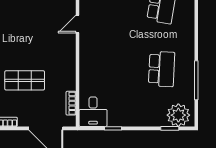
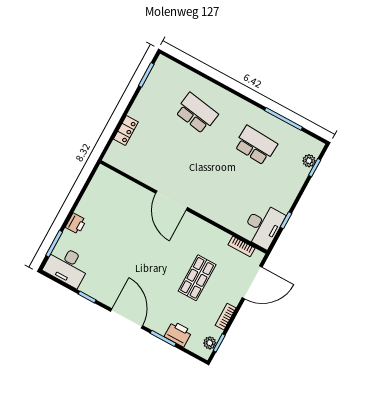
door: (78, 24) -> (172, 200), width x1.87
desk: (93, 112) -> (263, 226), width x1.37
plant: (178, 115) -> (309, 161), width x0.53, depth x0.53

